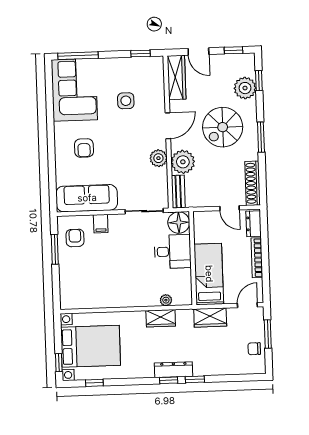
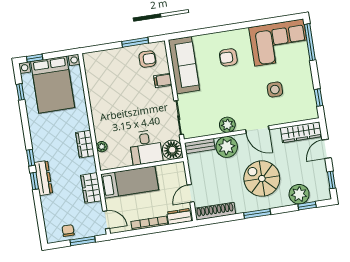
dresser: (174, 370) -> (43, 178), moved

